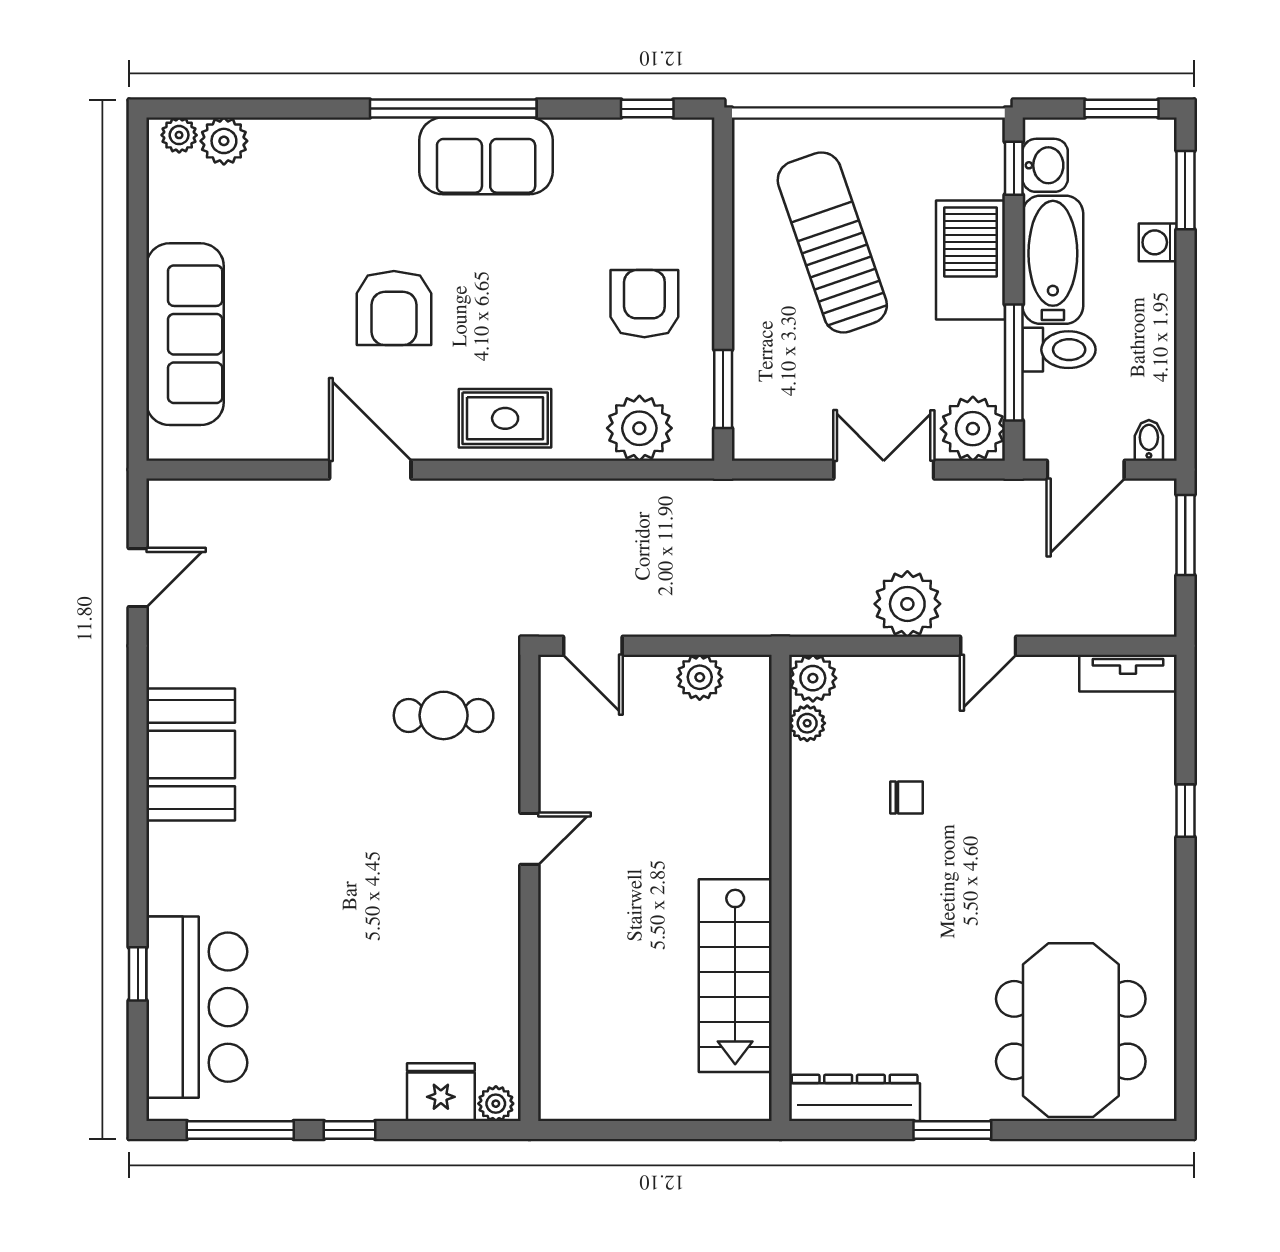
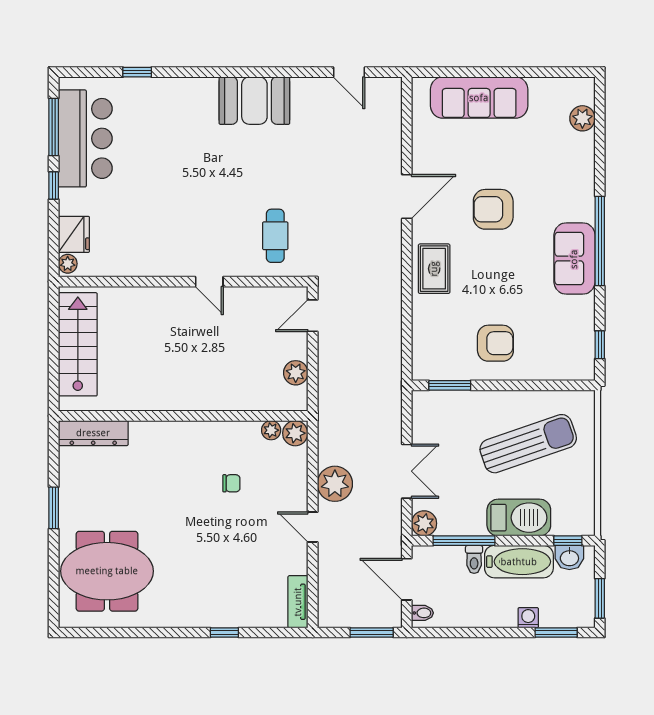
plant: (179, 135) -> (586, 94), removed
toilet: (1059, 350) -> (474, 559), width x0.73, depth x0.72
plant: (639, 428) -> (429, 340), removed
plant: (973, 429) -> (424, 523), width x0.73, depth x0.73
chair: (907, 798) -> (231, 483), turned -90
stairs: (735, 976) -> (78, 344), moved, turned 90
bar counter: (197, 1007) -> (85, 138), moved, turned -90
dresser: (855, 1098) -> (93, 433), moved, turned 90

